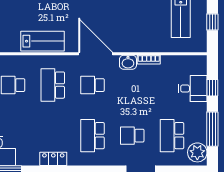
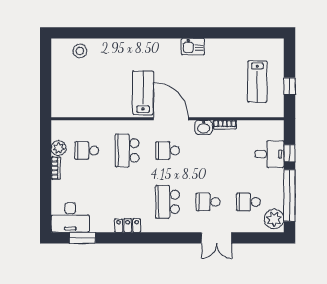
lab bench: (42, 41) -> (143, 93), moved, turned -90
window: (212, 129) -> (289, 195), width x1.46
school desk: (172, 136) -> (248, 202), width x0.54

